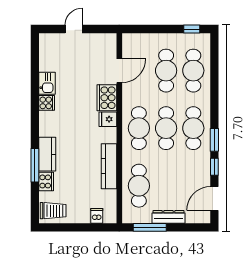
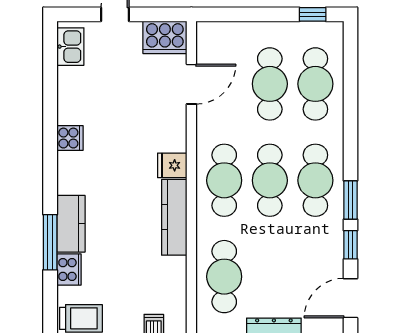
kitchen sink: (47, 83) -> (70, 47), moved
cooker: (107, 98) -> (165, 37), moved, turned -90
kitchen counter: (109, 166) -> (174, 217), moved

